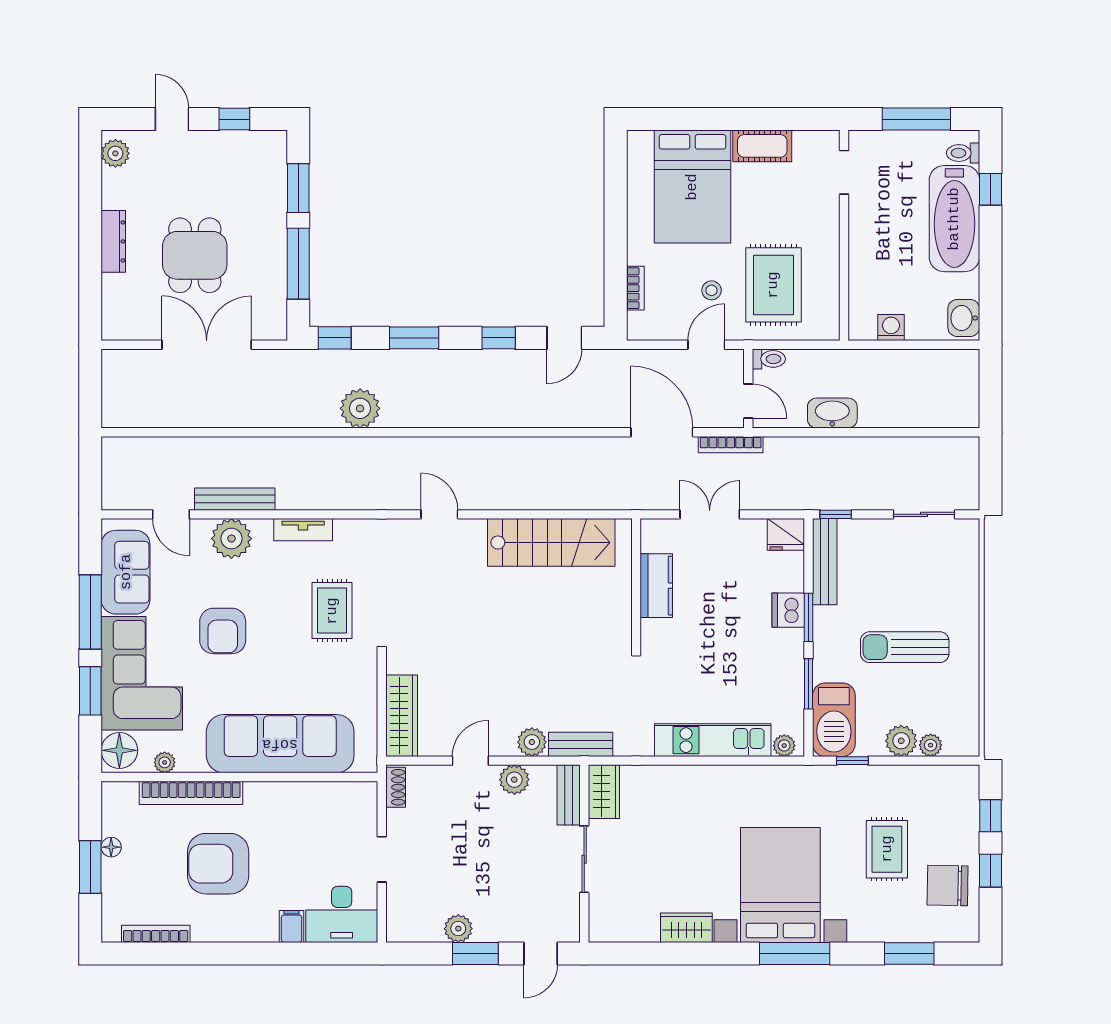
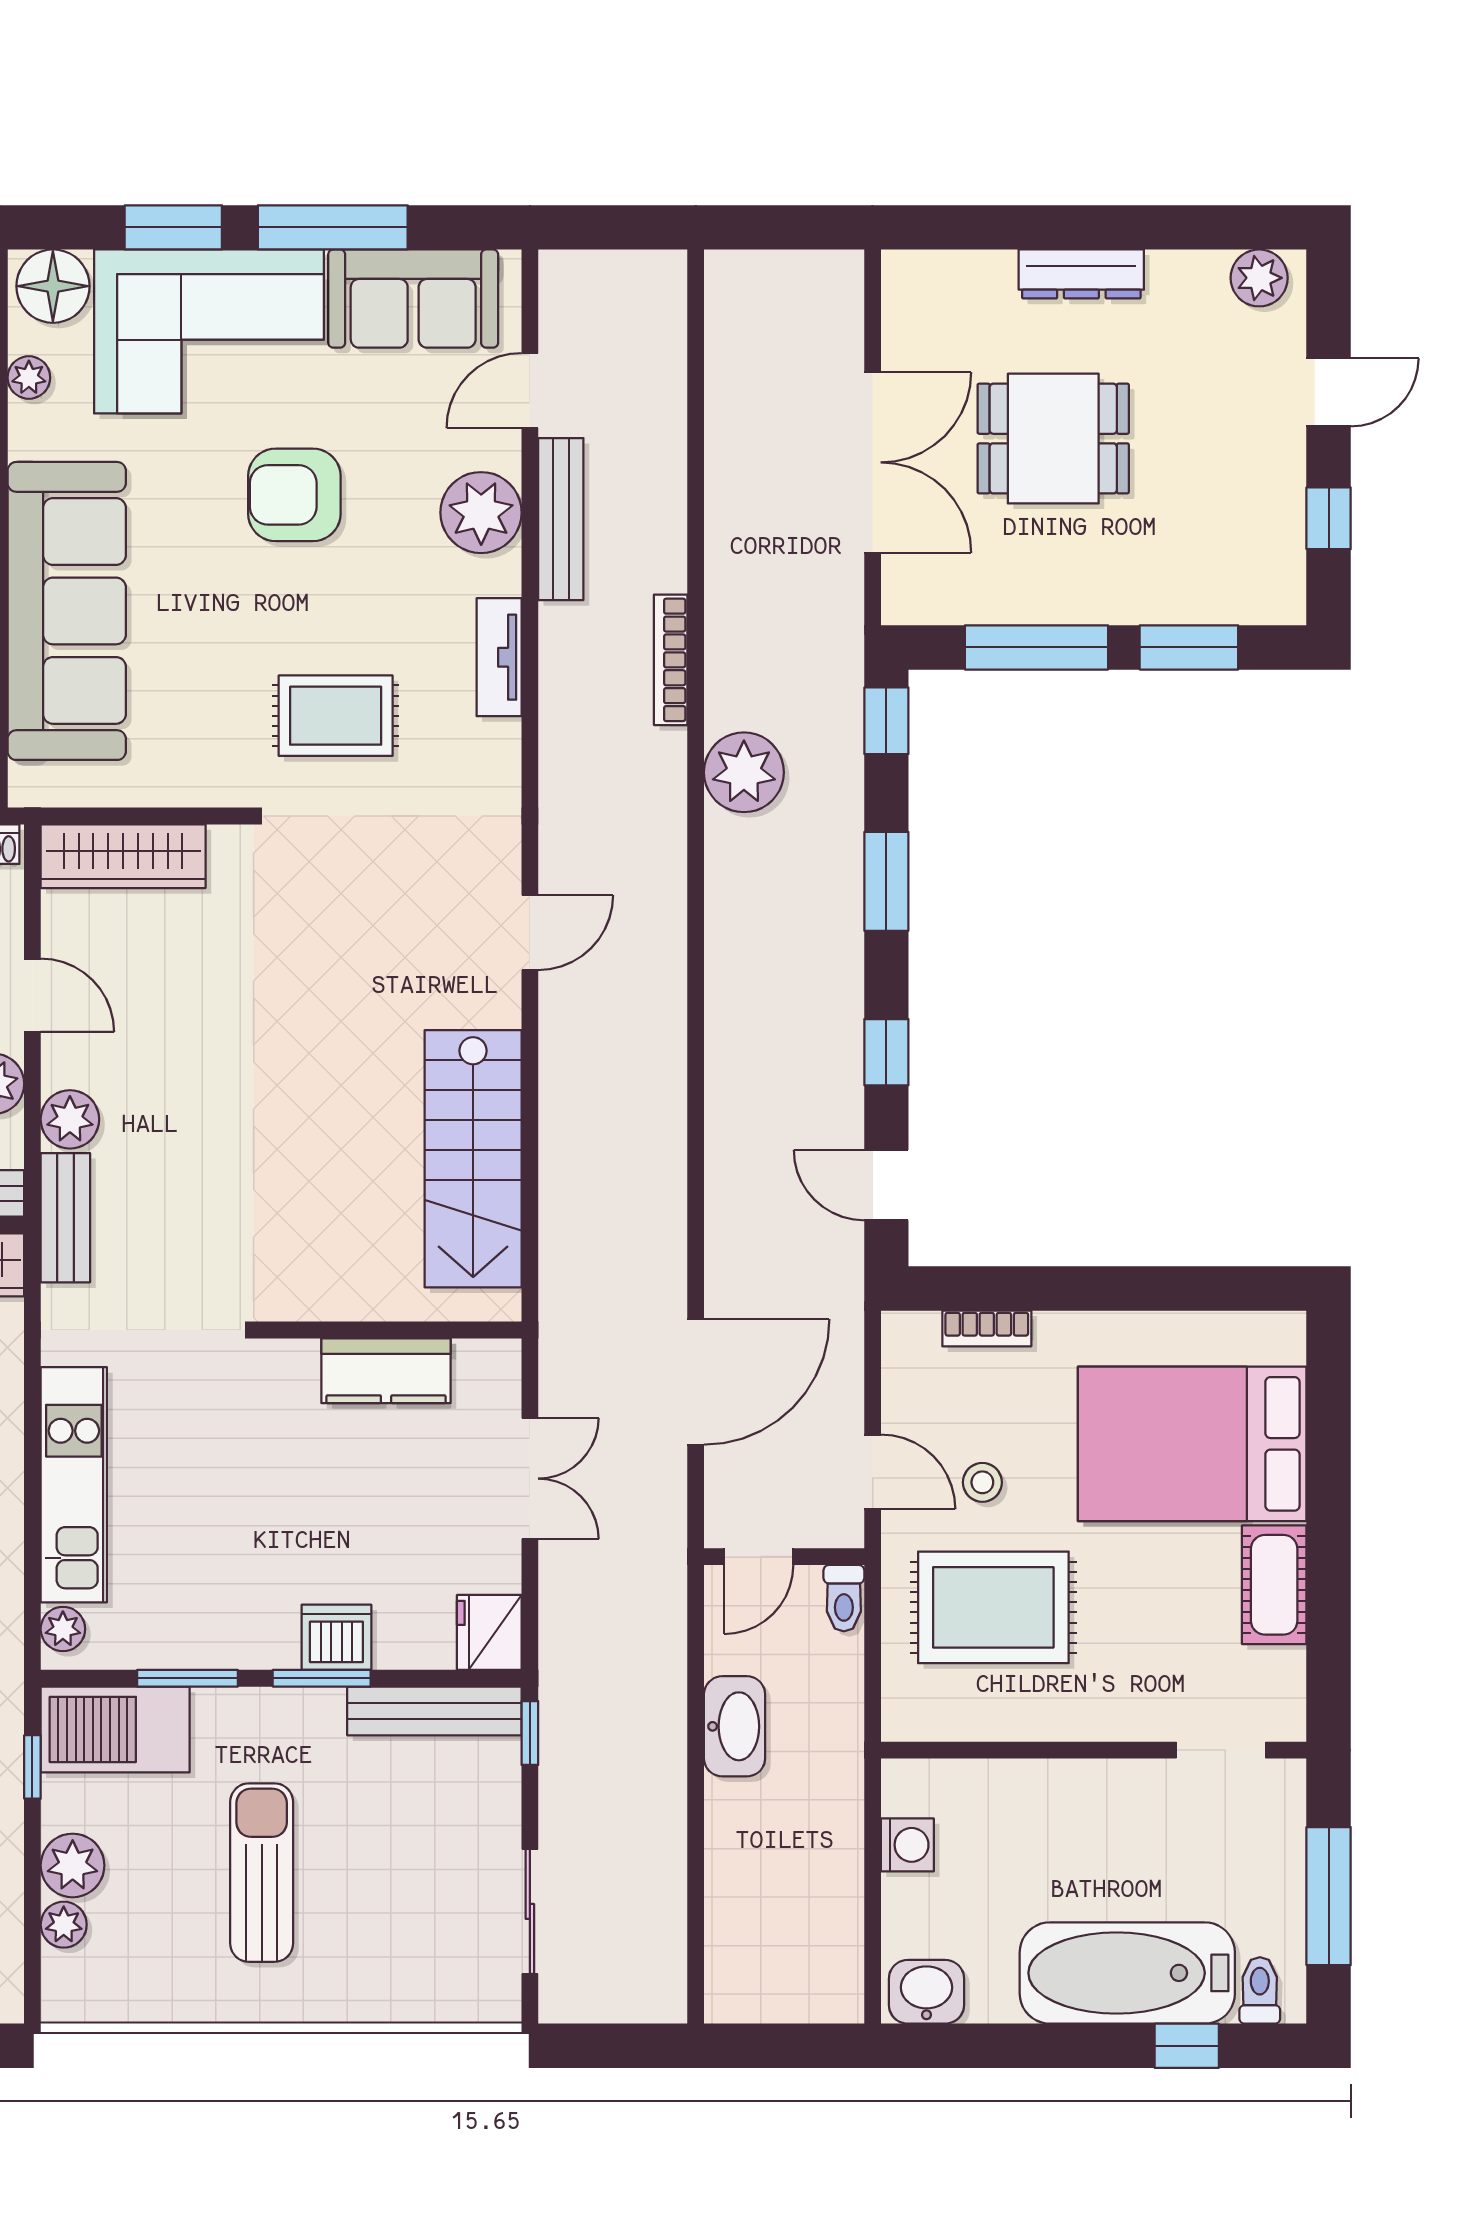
bookcase: (731, 445) -> (671, 660), moved

